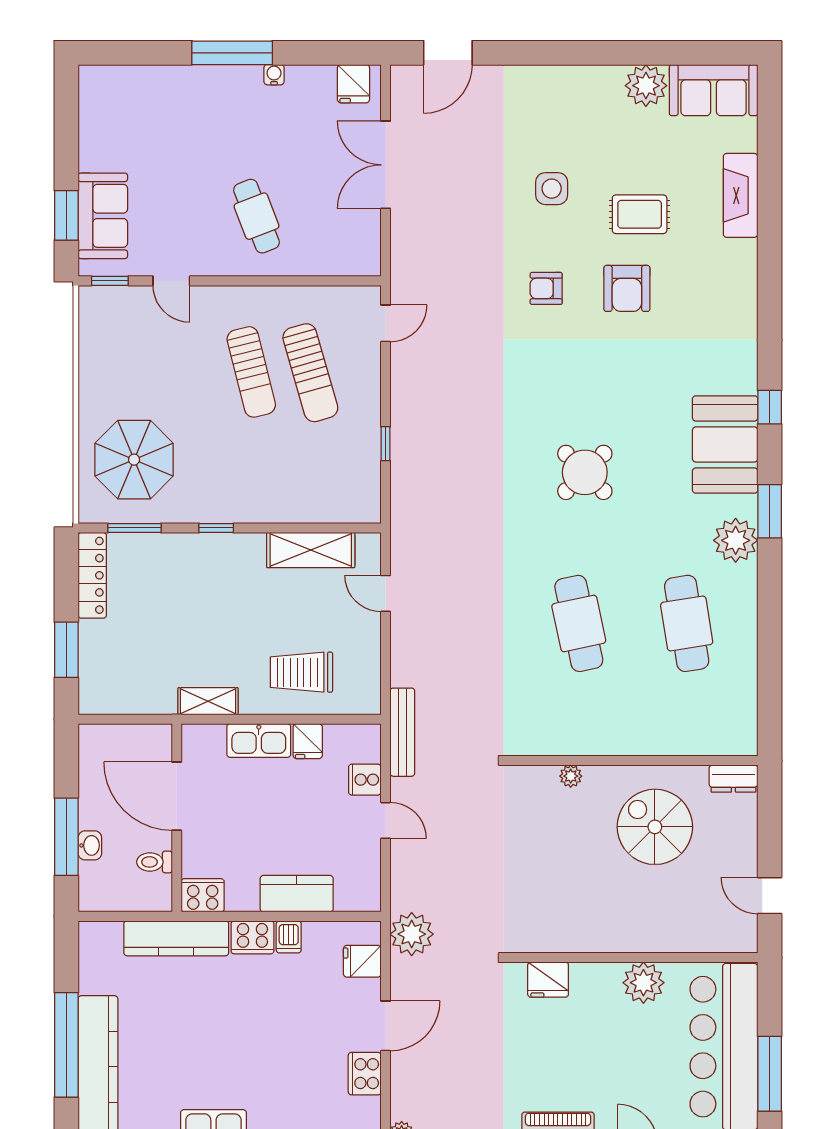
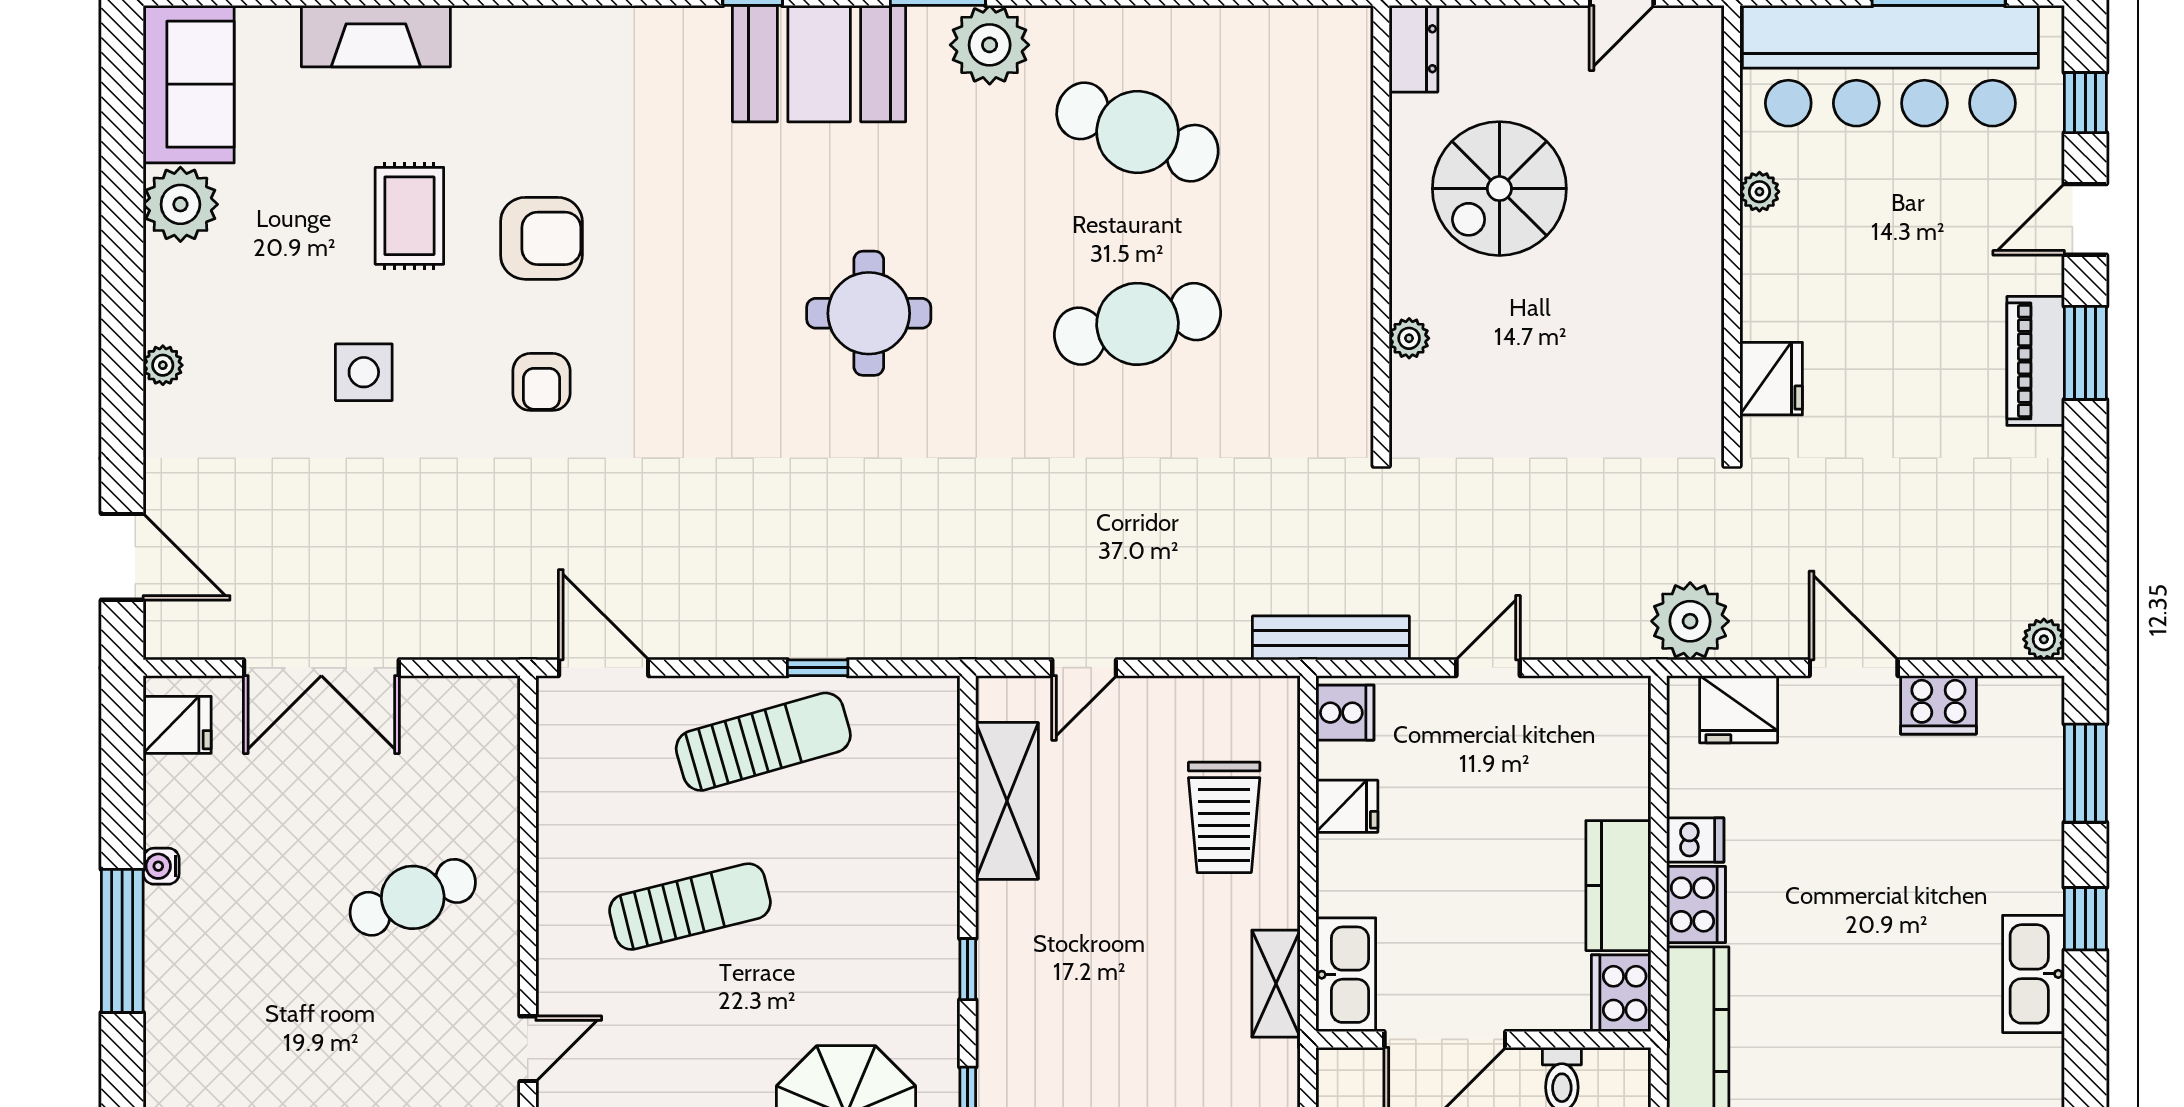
plant: (556, 76) -> (163, 365), added
door: (386, 323) -> (604, 668), width x1.38
sun lounger: (310, 373) -> (763, 742), moved
round table: (585, 472) -> (869, 313), turned 45
cafe table: (687, 623) -> (1137, 132), turned 30
kitchen sink: (259, 741) -> (1346, 975), moved
cooker: (365, 780) -> (1345, 713), moved, turned -90
kitchen counter: (297, 894) -> (1618, 886), moved
fridge: (362, 961) -> (1739, 709), width x1.38
plant: (643, 983) -> (1759, 192), width x0.53, depth x0.53

